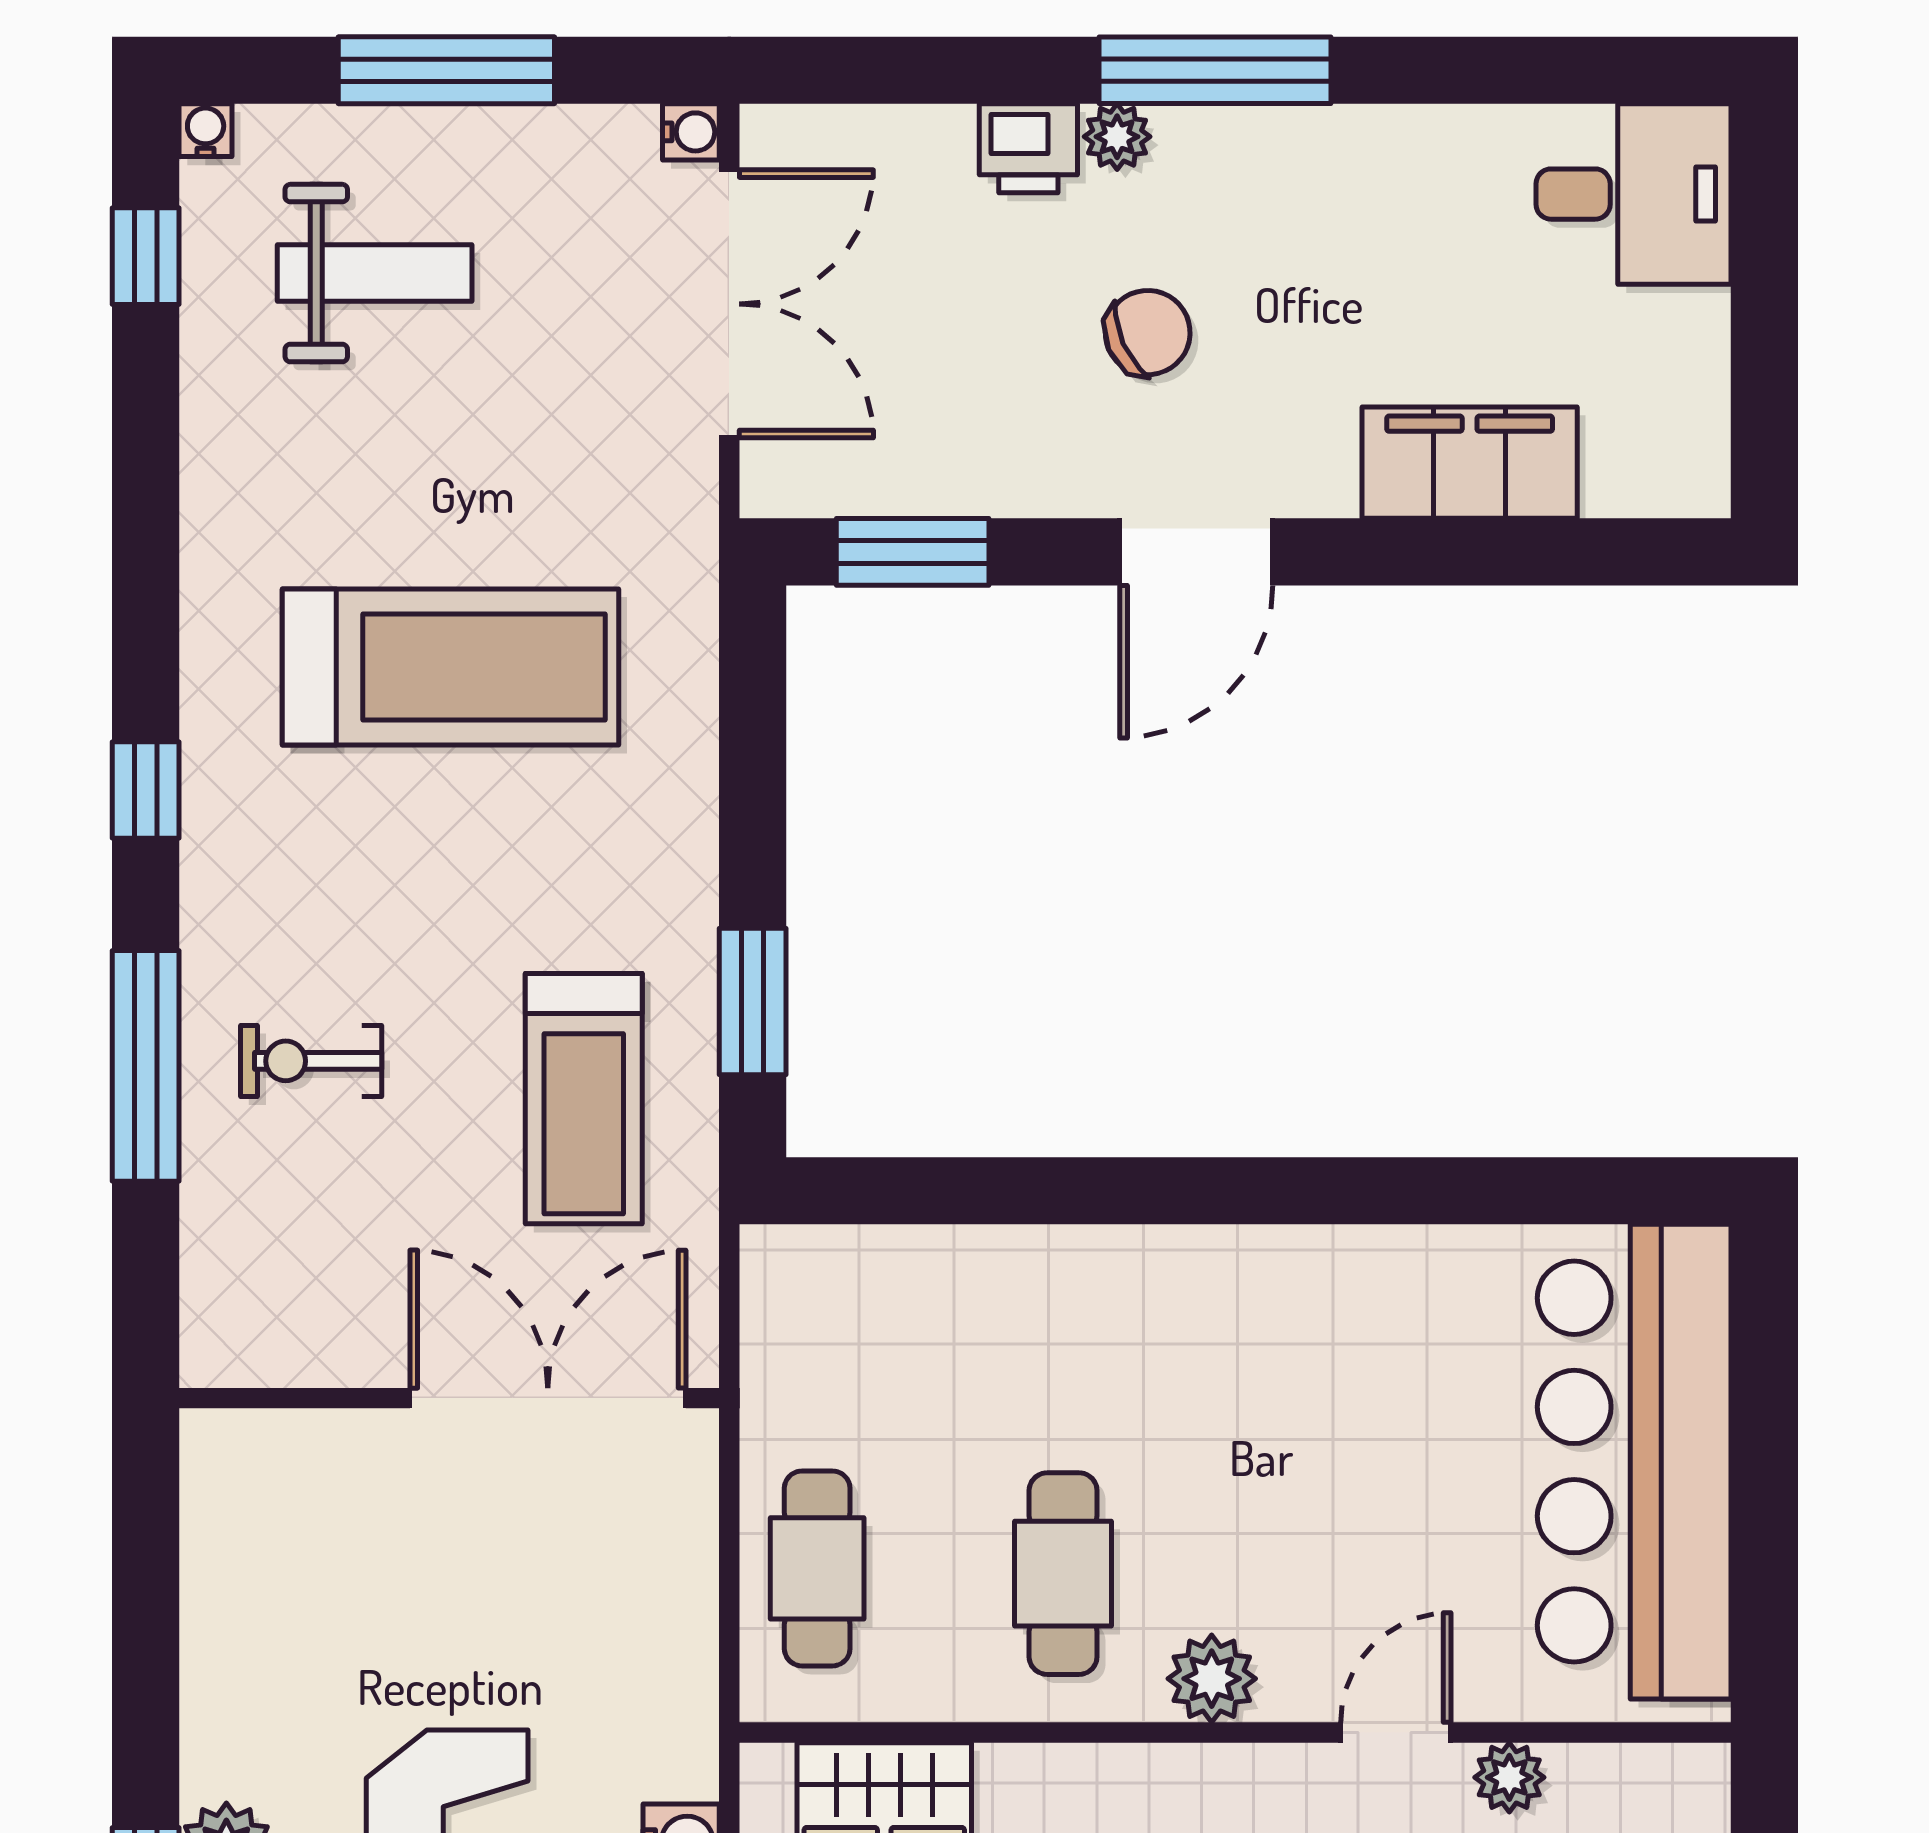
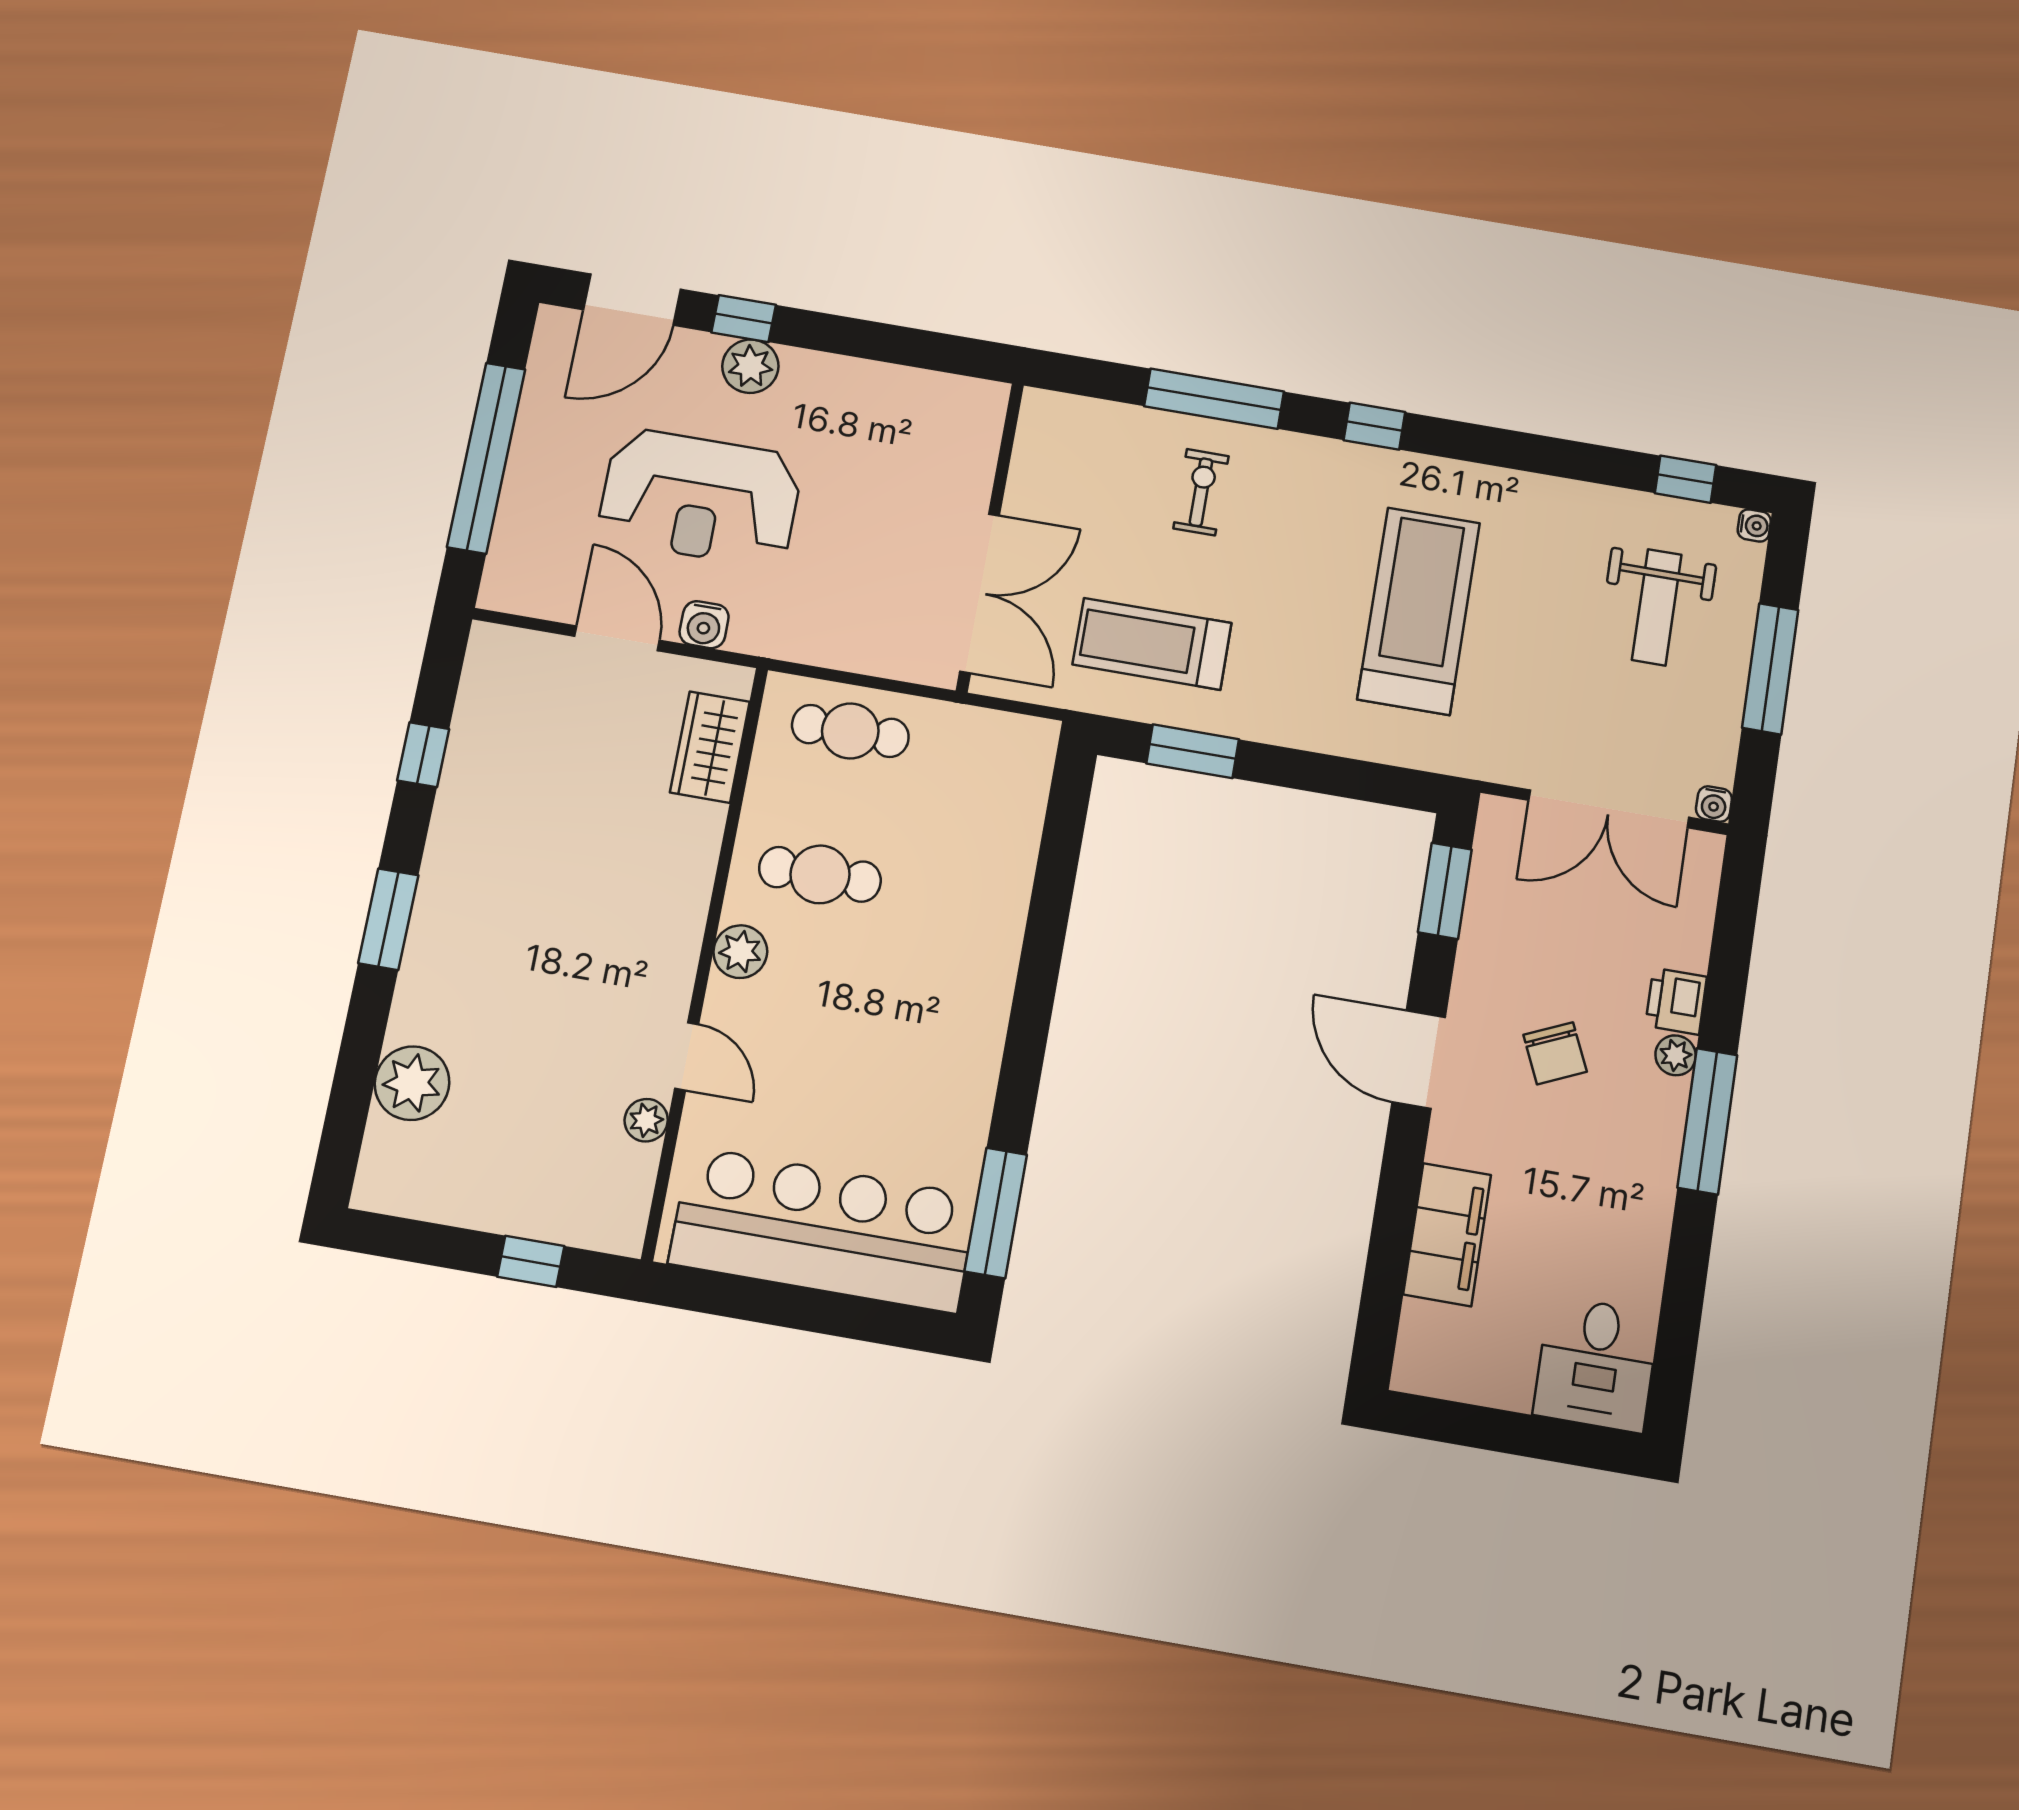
treadmill: (450, 667) -> (1419, 611), turned 180
window: (1560, 1191) -> (996, 1213), added

